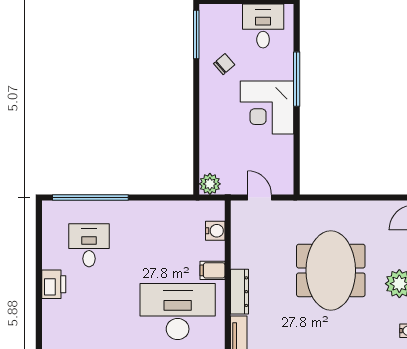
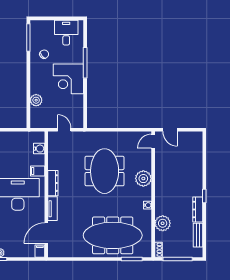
plant: (210, 184) -> (36, 100), moved

